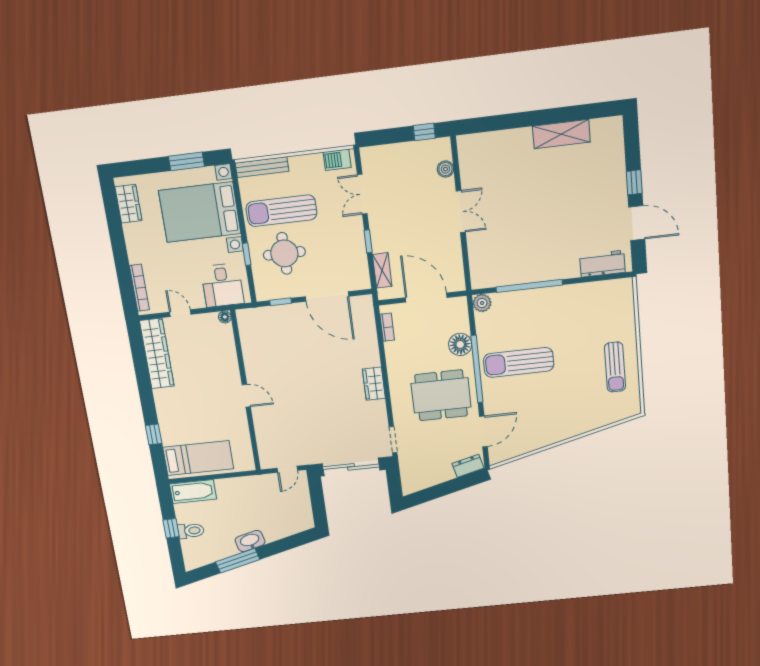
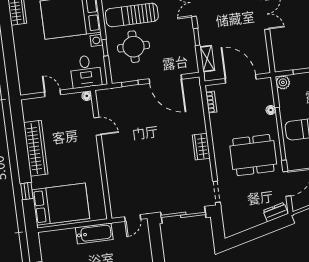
bookcase: (139, 288) -> (22, 74), removed
floor lamp: (460, 344) -> (271, 110), width x0.53, depth x0.53
wardrobe: (157, 354) -> (36, 148), moved
door: (246, 396) -> (97, 126), moved
bed: (198, 458) -> (61, 204), width x1.50
bathtub: (193, 491) -> (94, 233), moved

